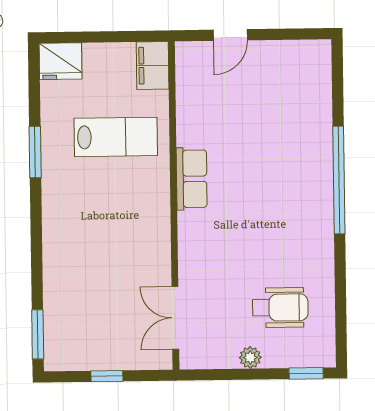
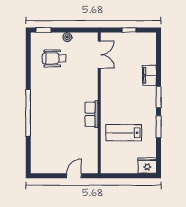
filing cabinet: (153, 66) -> (149, 75), moved, turned 180
window: (38, 334) -> (159, 97), moved

